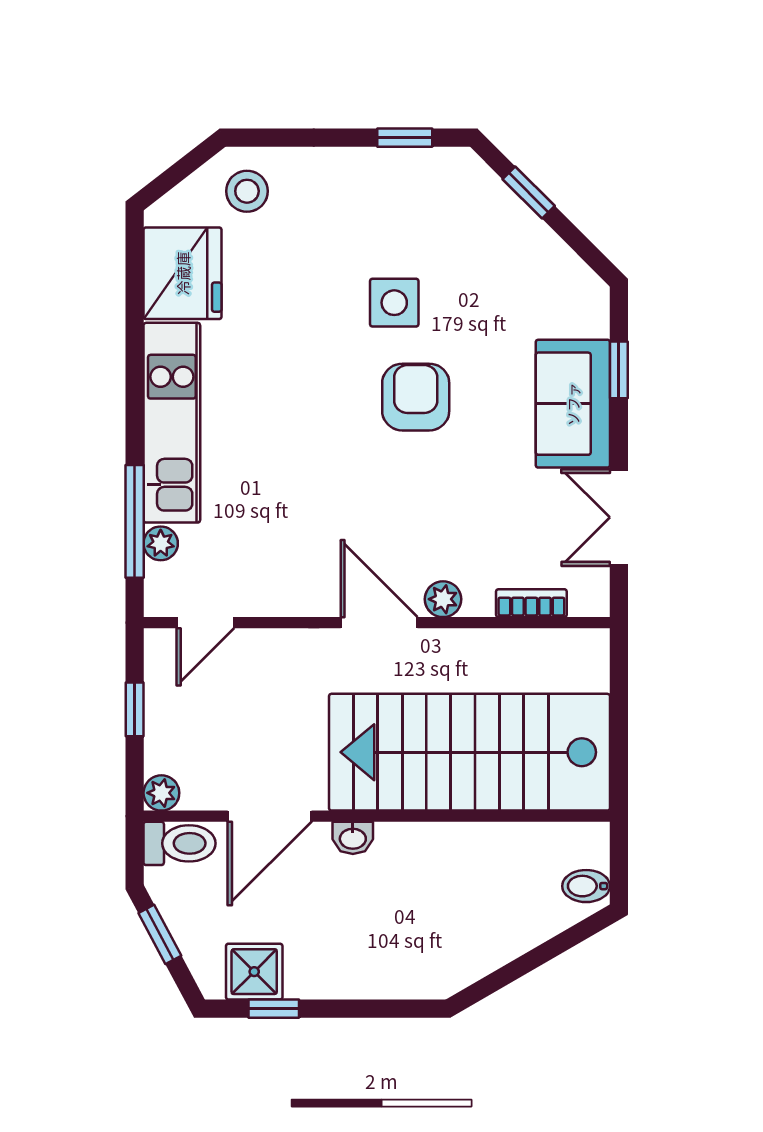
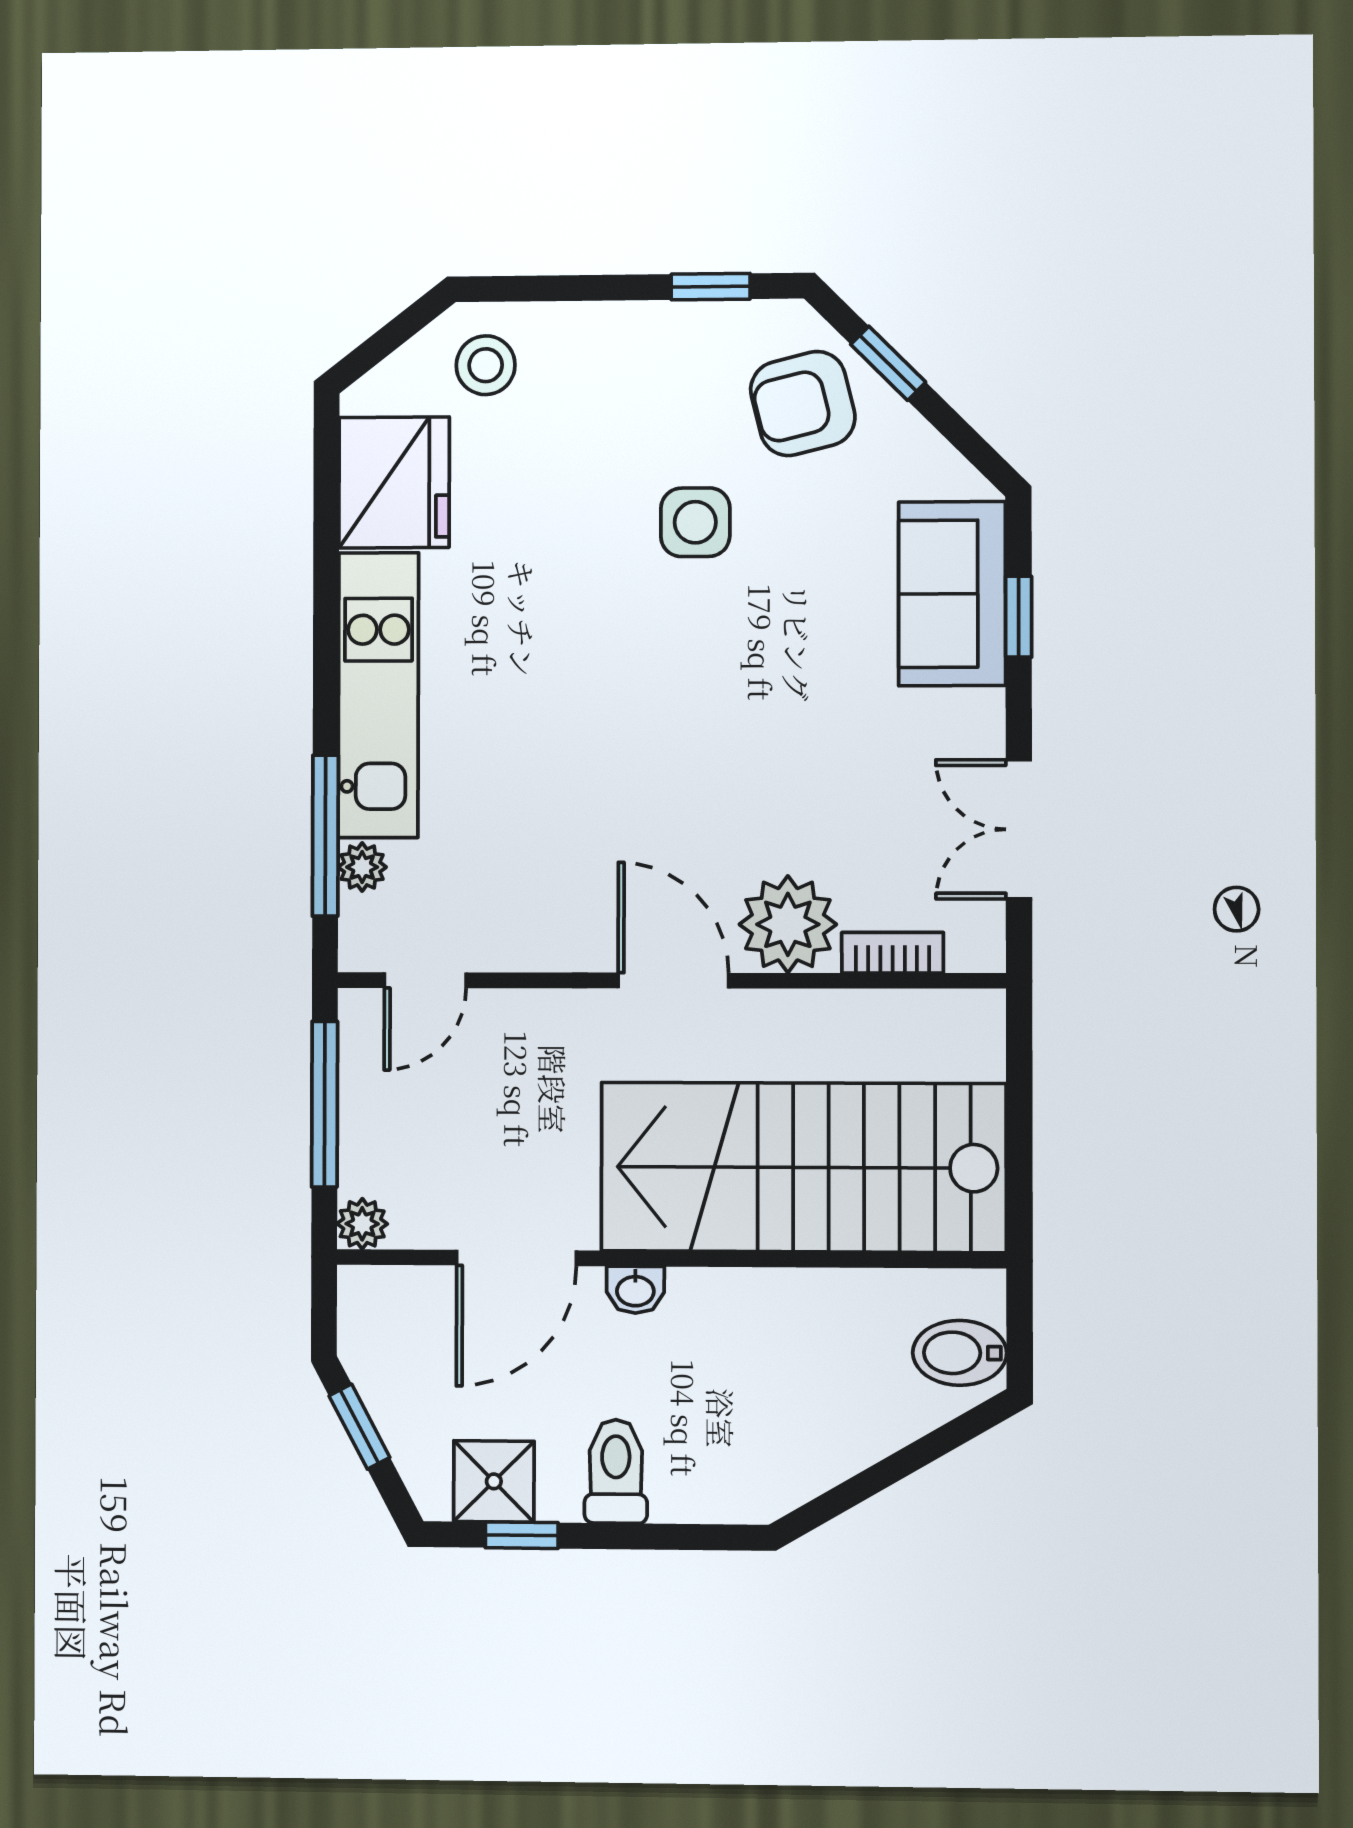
armchair: (416, 397) -> (803, 404), moved, turned -104
sofa: (573, 404) -> (952, 594), moved
plant: (443, 599) -> (788, 924), width x1.88, depth x1.88
window: (135, 709) -> (325, 1104), width x2.17
toilet: (180, 843) -> (616, 1471), moved, turned -90
bidet: (586, 886) -> (960, 1353), width x1.38, depth x1.36

